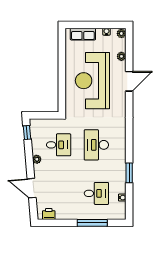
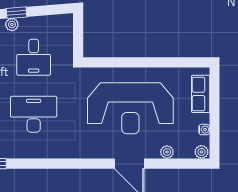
reception desk: (92, 81) -> (130, 108), turned 180
window: (27, 132) -> (16, 13), moved

